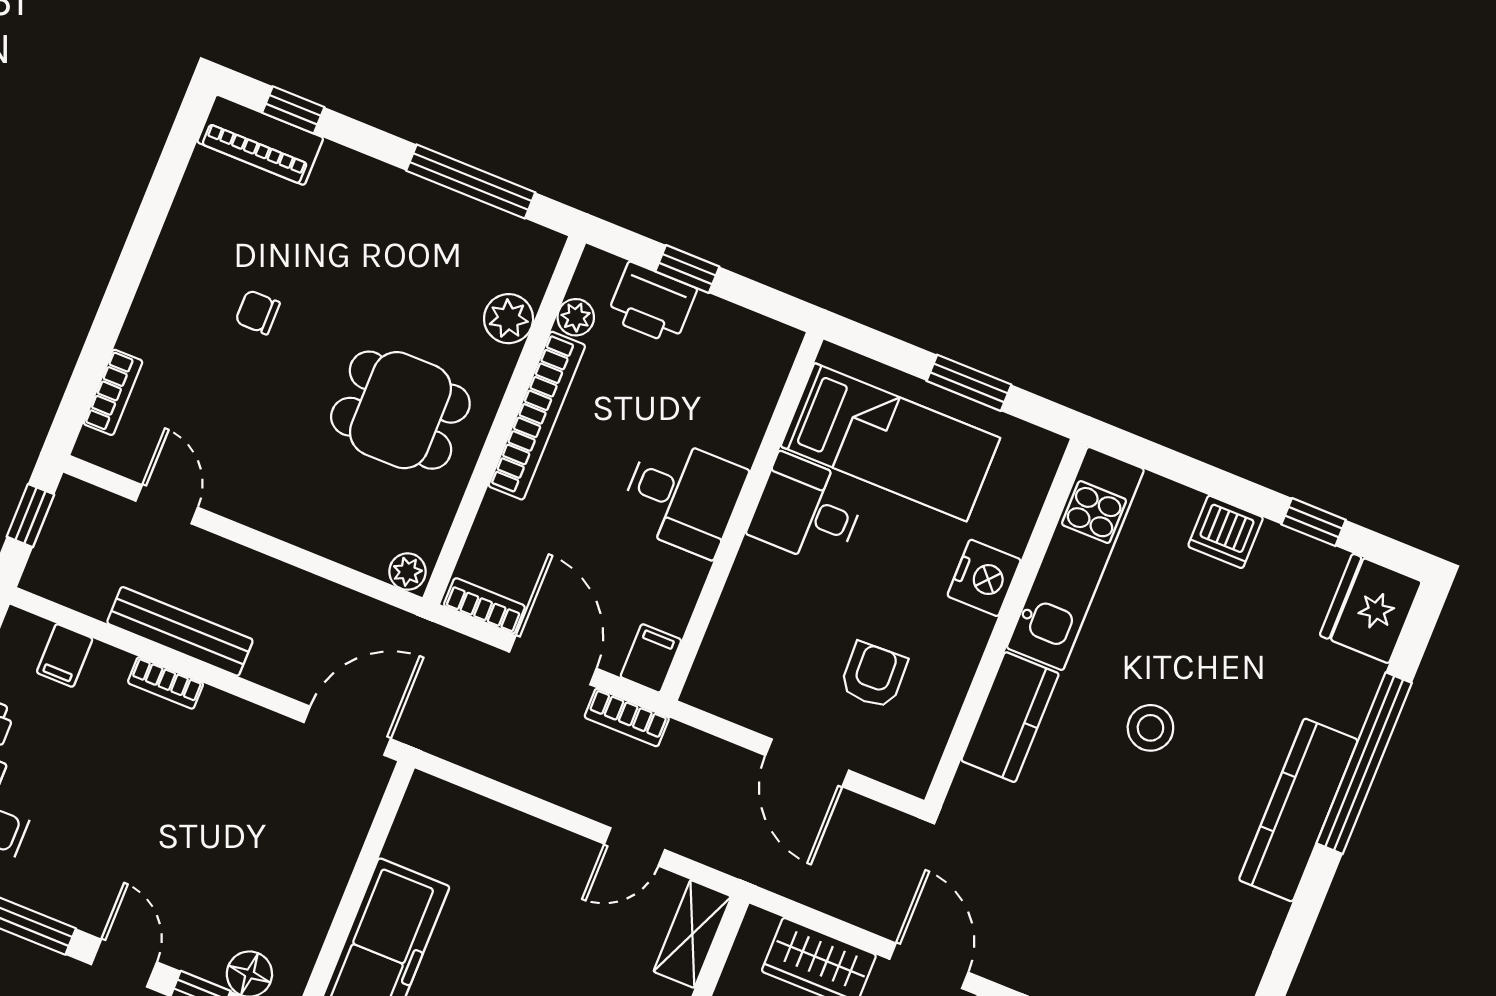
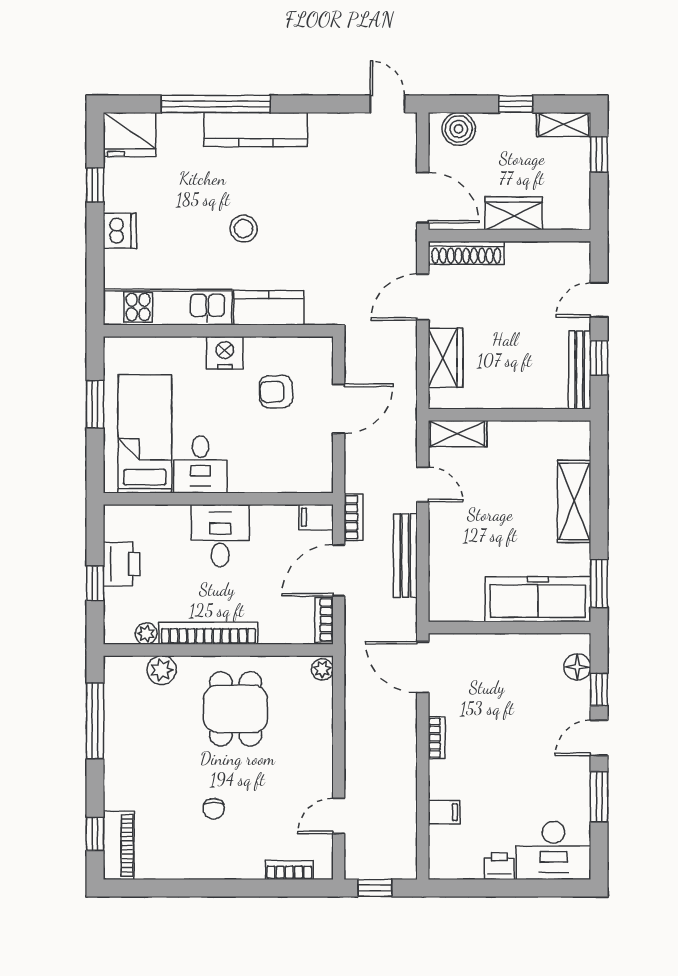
printer: (652, 303) -> (122, 564), moved
nightstand: (984, 578) -> (225, 353), moved
bench: (180, 631) -> (405, 556), moved
filing cabinet: (65, 655) -> (444, 812), moved
bookcase: (166, 683) -> (437, 738), moved

